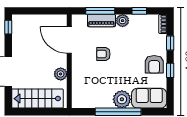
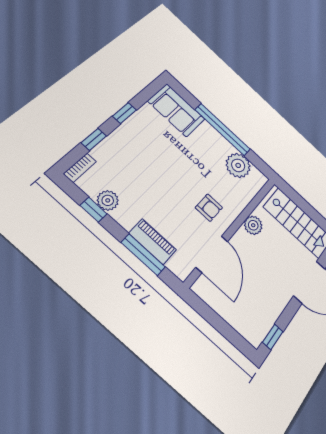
plant: (123, 21) -> (108, 200), moved
armchair: (103, 54) -> (209, 208), moved
armchair: (154, 64) -> (137, 136), removed
plant: (122, 99) -> (238, 165), moved

